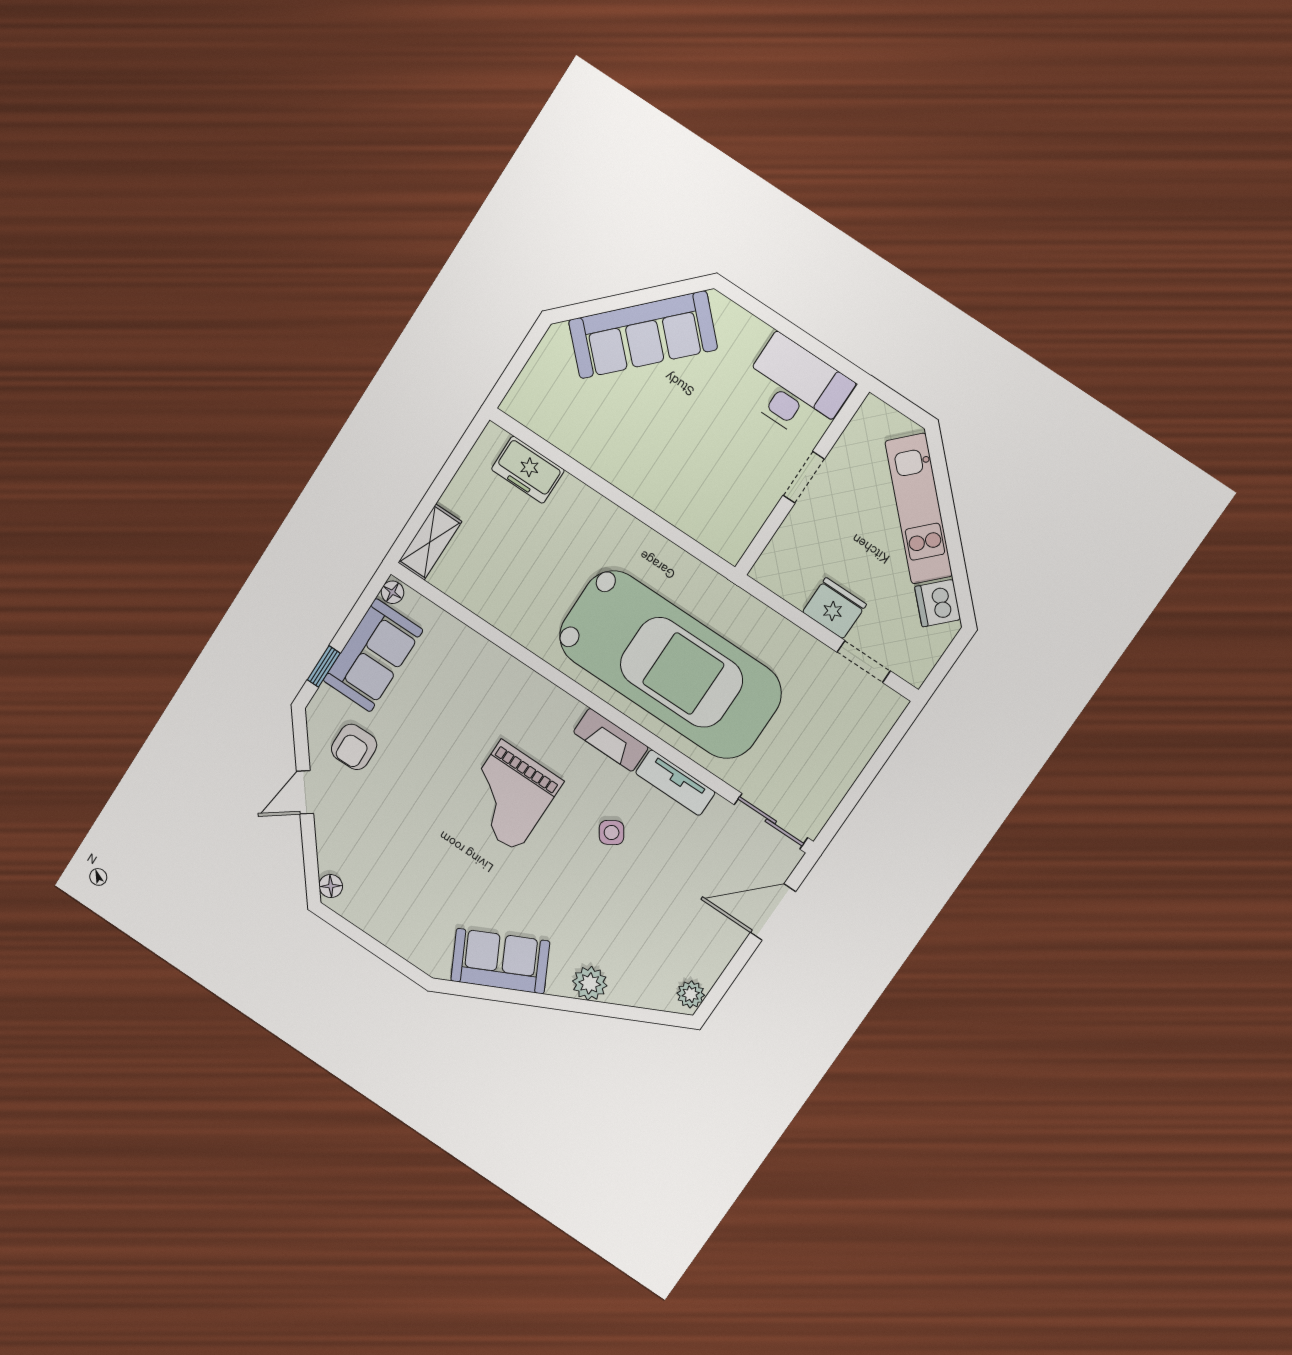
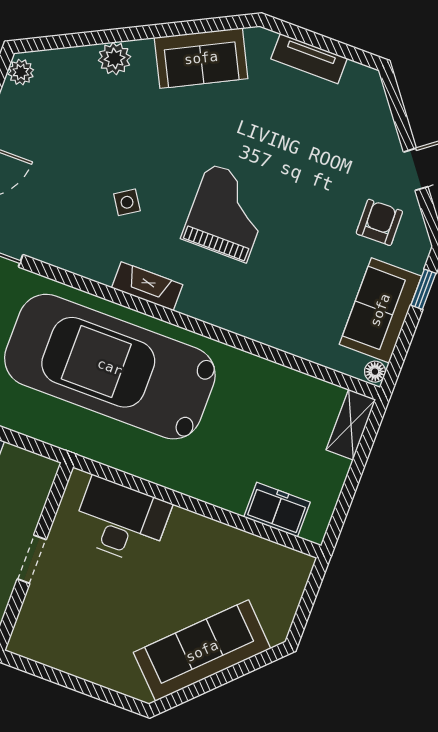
desk: (795, 389) -> (121, 521), moved, turned 180
tv unit: (675, 783) -> (309, 59), moved, turned 180
floor lamp: (331, 886) -> (373, 88), removed

